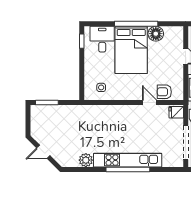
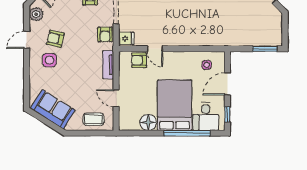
window: (136, 24) -> (187, 133), moved
door: (82, 70) -> (227, 84), added
armchair: (164, 92) -> (139, 60), turned 180

